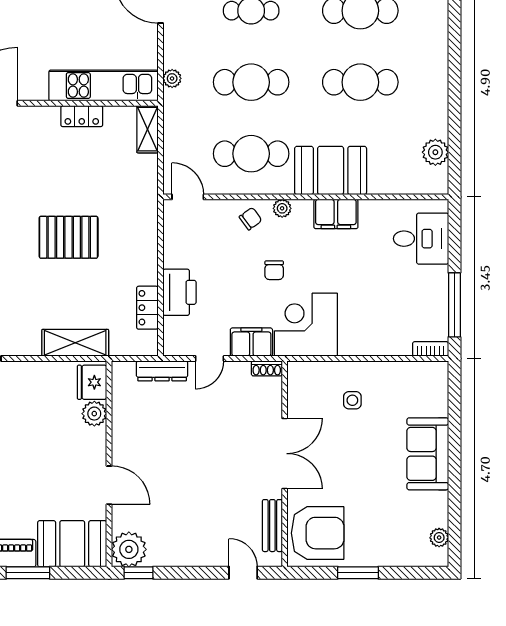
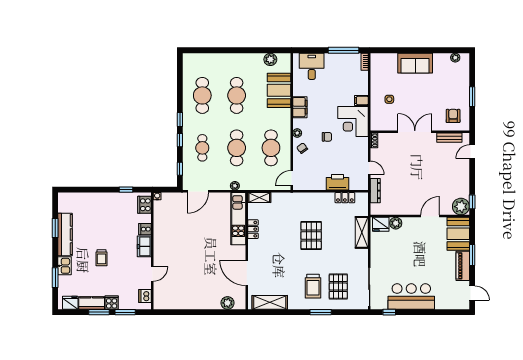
booth: (331, 170) -> (279, 90), moved
filing cabinet: (251, 342) -> (361, 100), moved, width x0.50
armchair: (318, 533) -> (453, 116), width x0.53, depth x0.53

